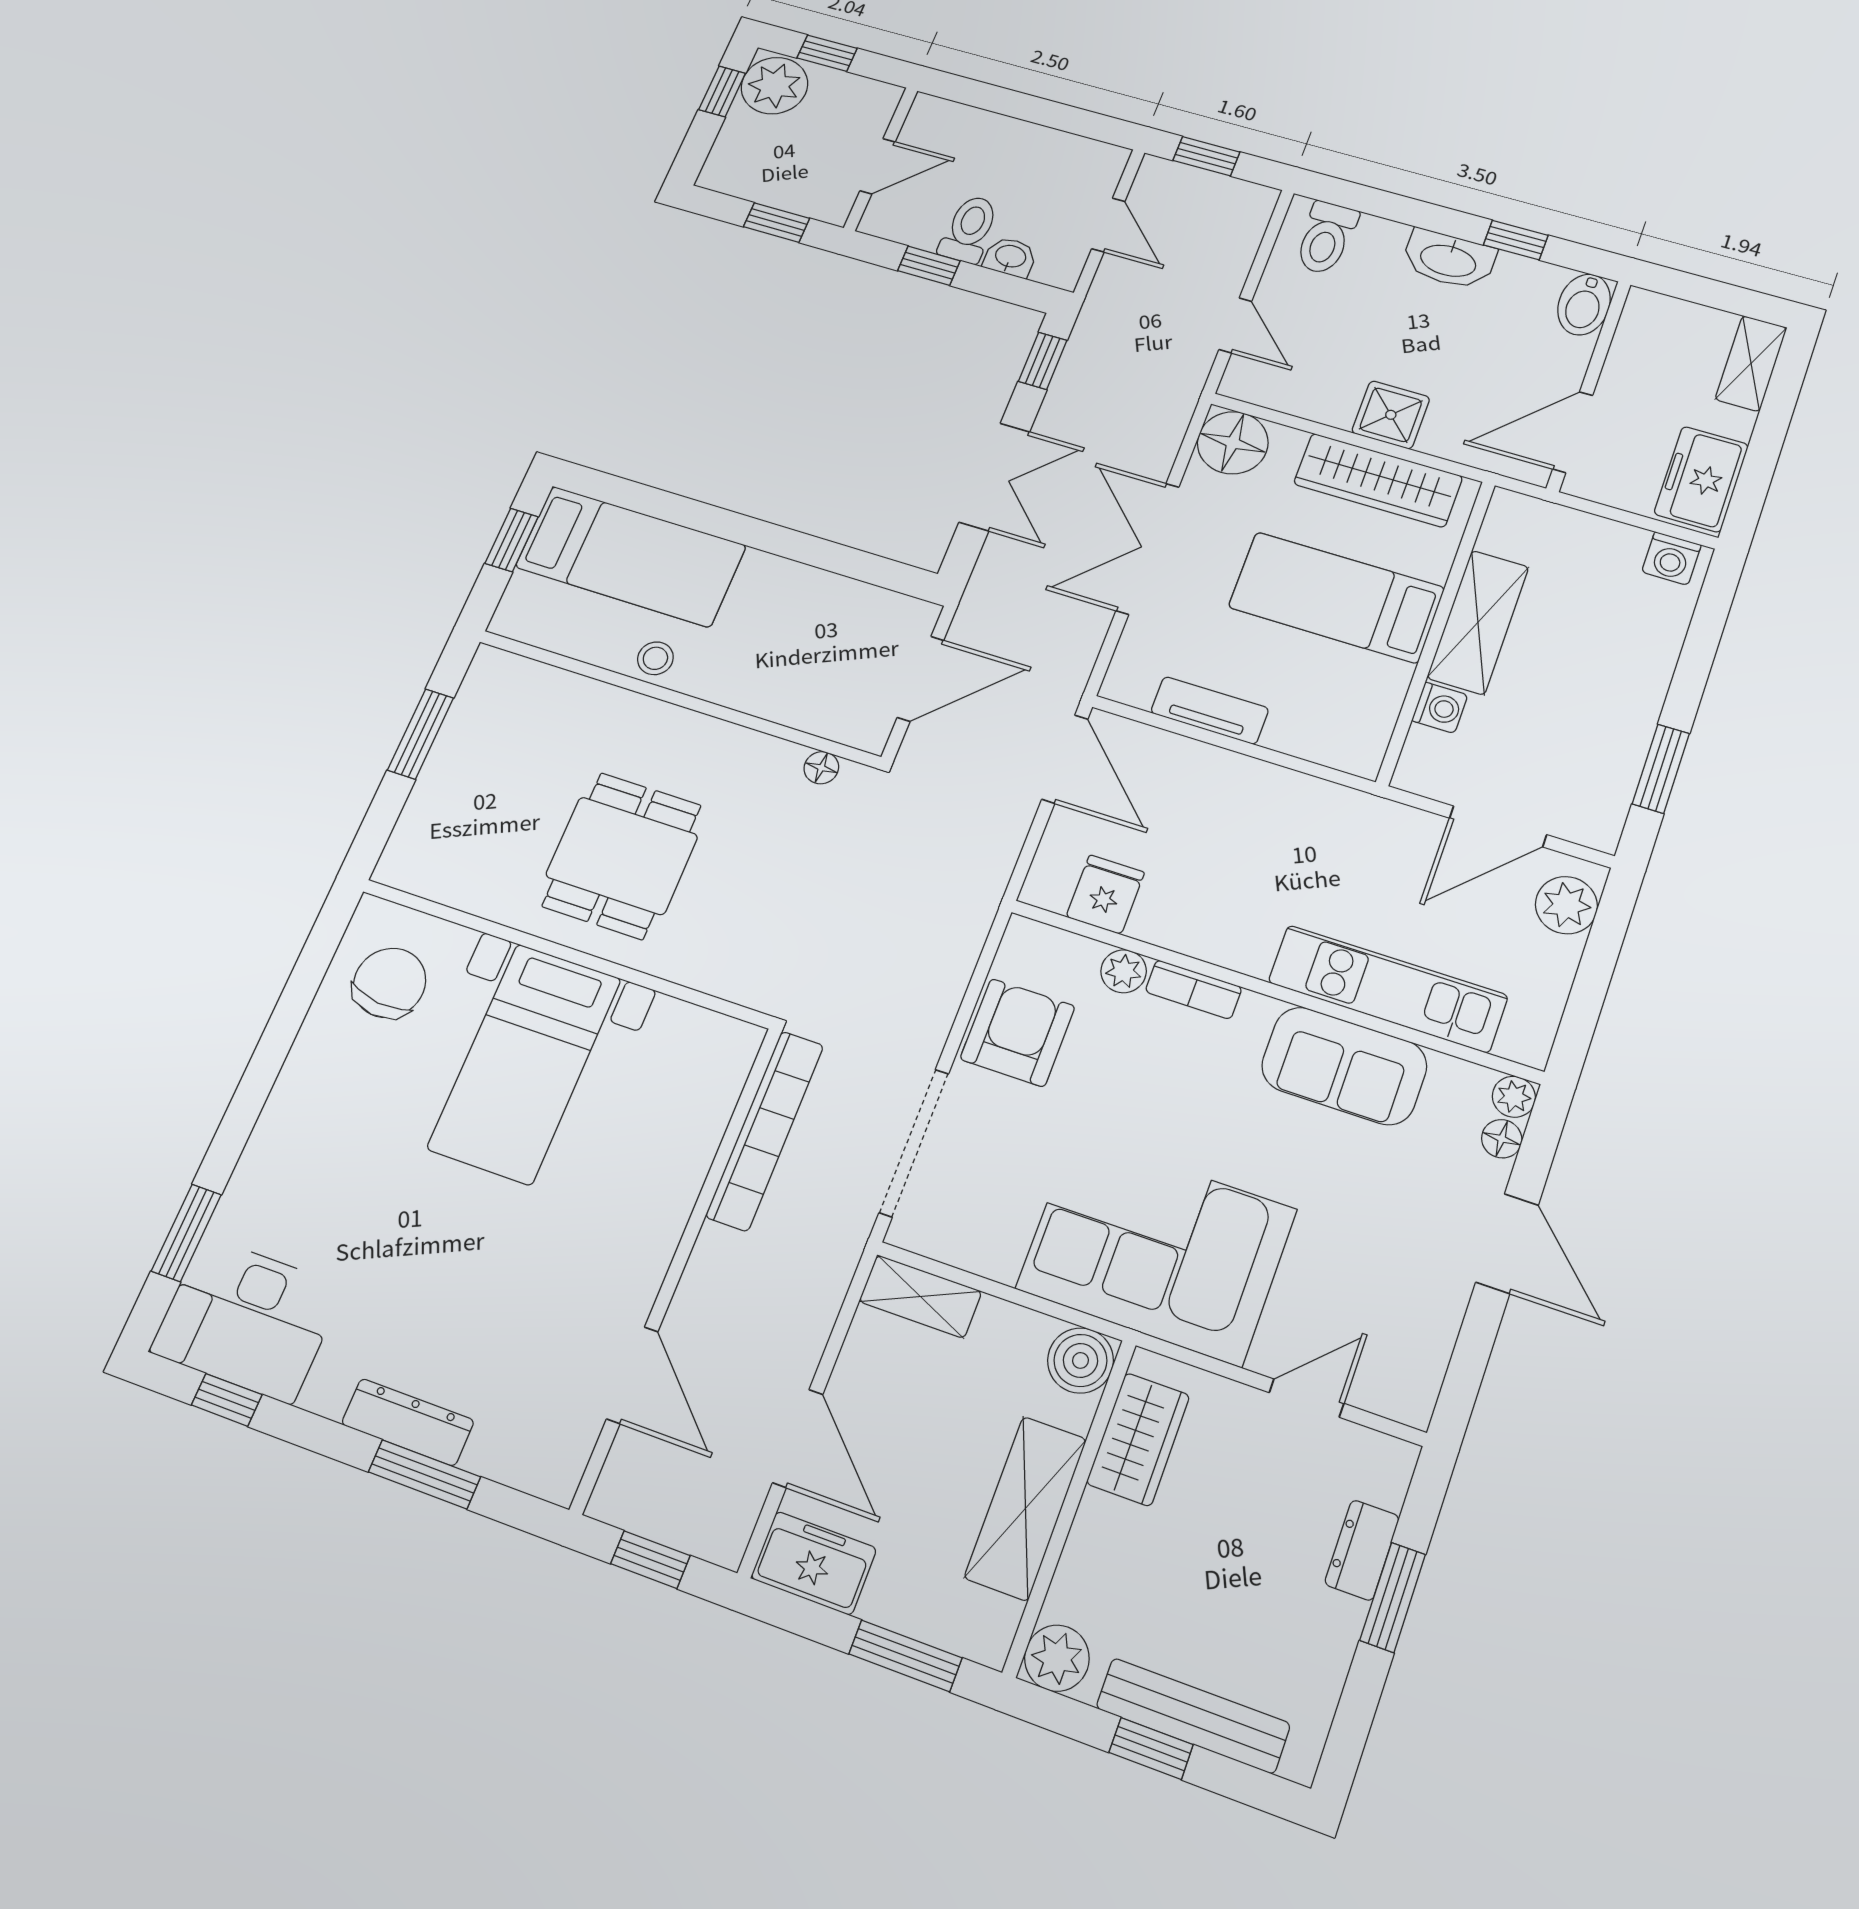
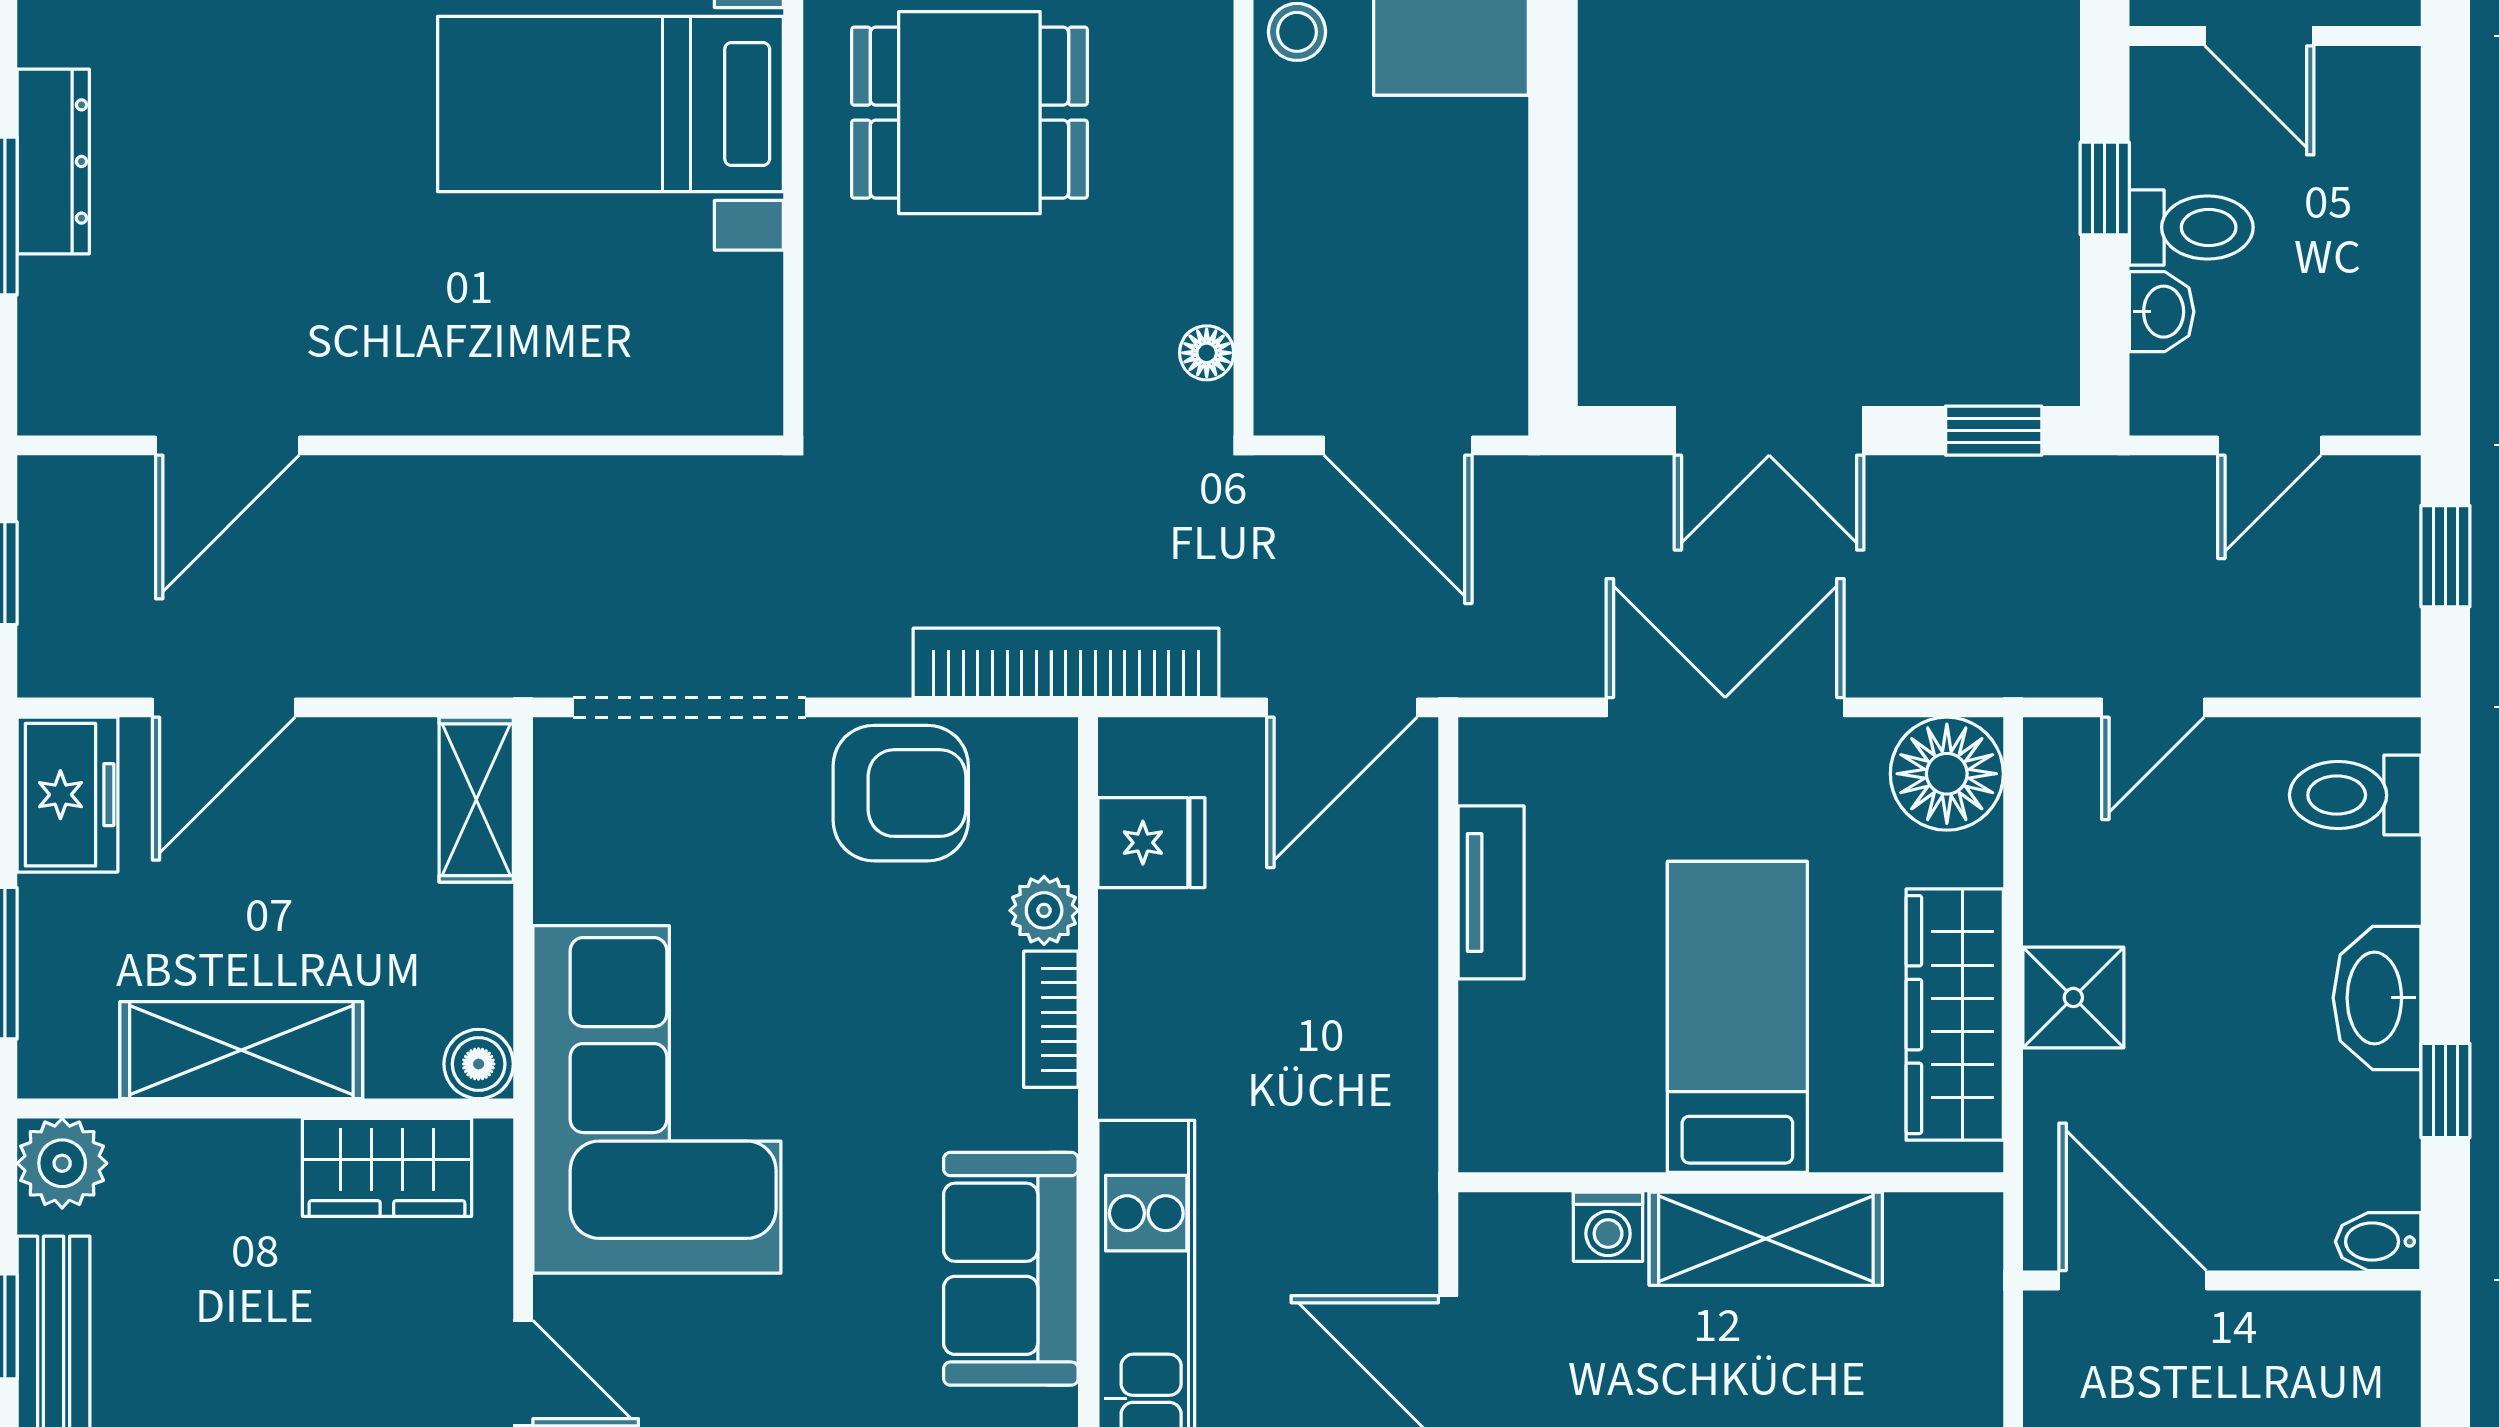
bidet: (1584, 305) -> (2378, 1242), width x0.72, depth x0.74
bookcase: (765, 1131) -> (1066, 663), moved, turned 180
boiler: (1080, 1360) -> (479, 1064), width x0.73, depth x0.73

